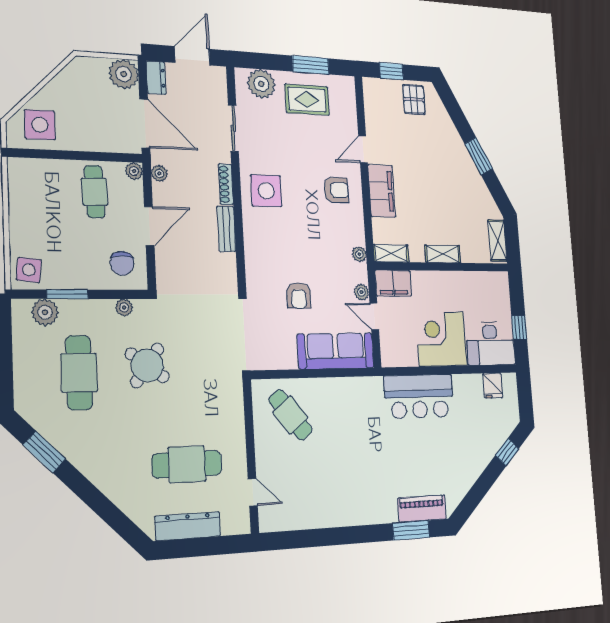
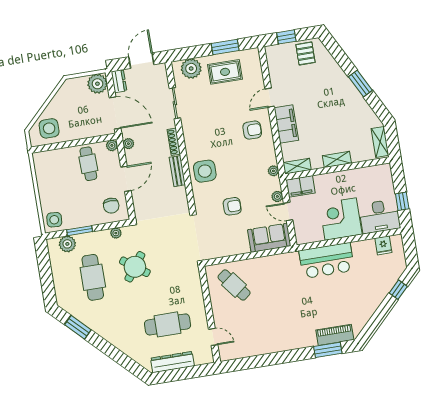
side table: (266, 191) -> (205, 171), moved
armchair: (299, 296) -> (232, 206), turned -90
sofa: (336, 351) -> (269, 238), width x0.73

